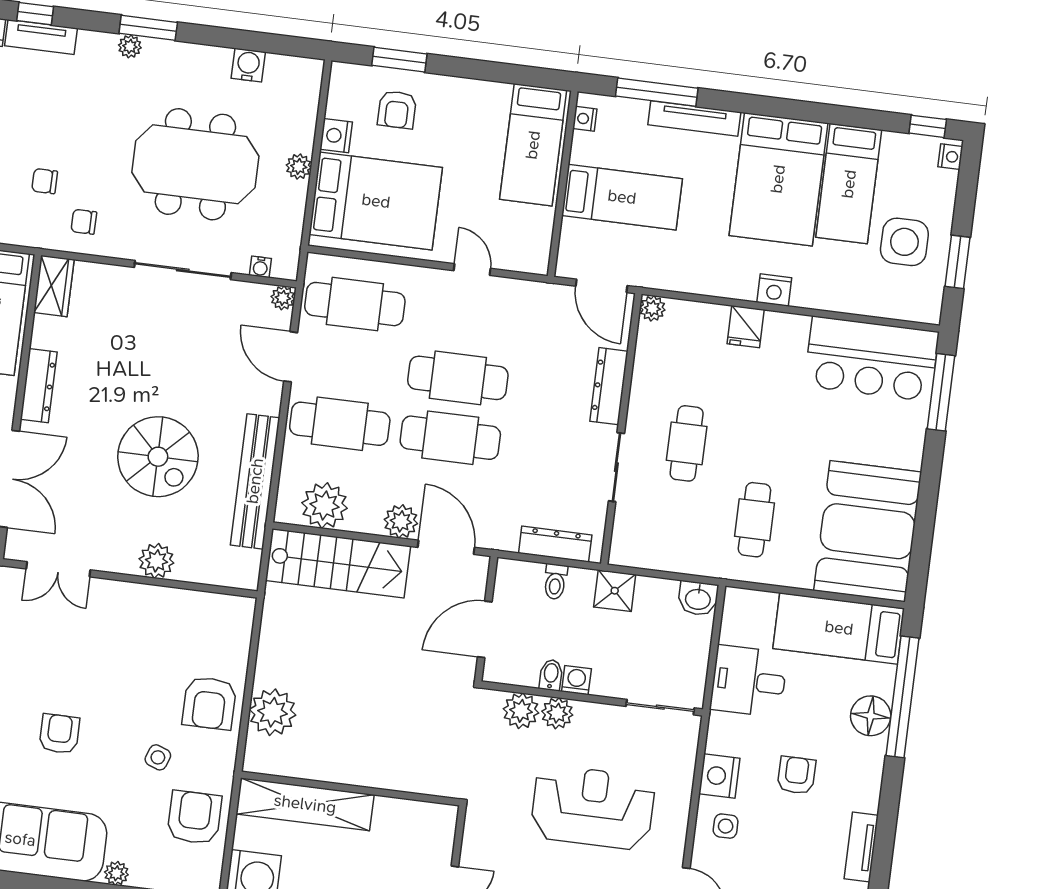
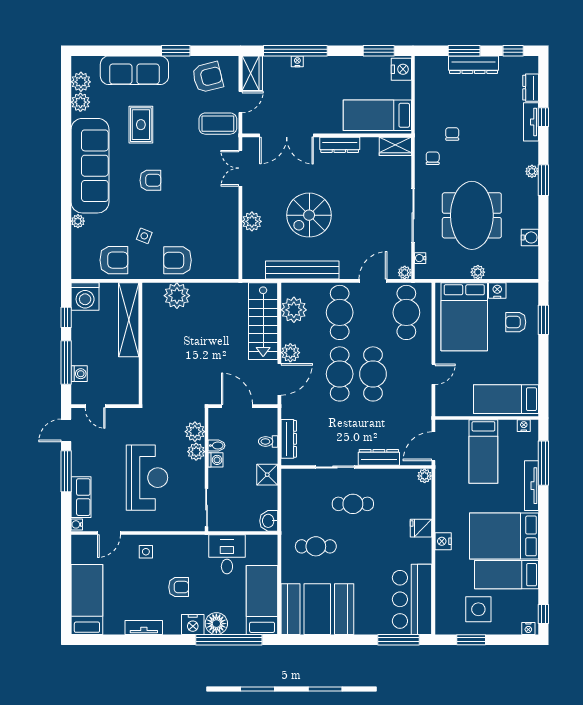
nightstand: (719, 776) -> (193, 625), moved, turned 180

